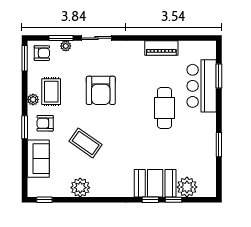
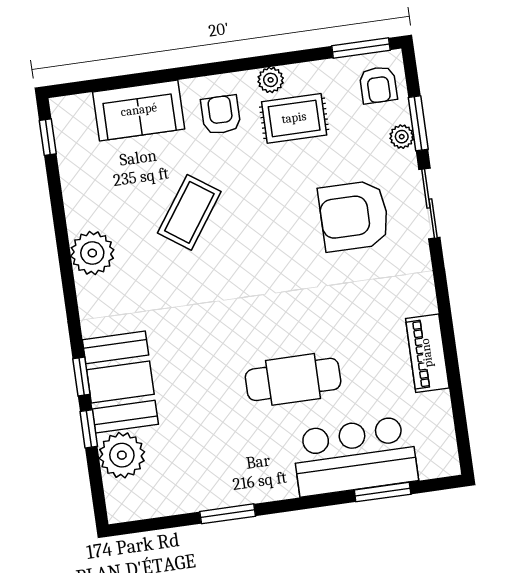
armchair: (101, 90) -> (354, 216), moved
window: (25, 127) -> (205, 70), removed
plant: (80, 188) -> (92, 253), moved

